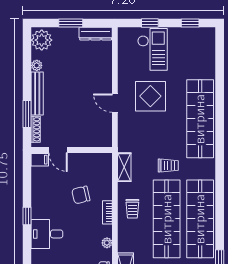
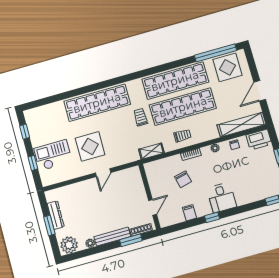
dresser: (96, 34) -> (56, 215), moved
filing cabinet: (40, 160) -> (189, 213), moved

